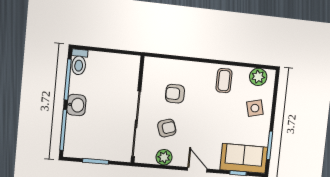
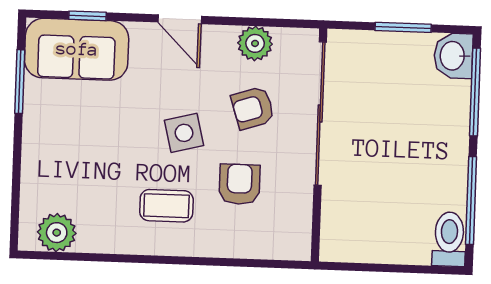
coffee table: (224, 81) -> (166, 206), moved, turned 90
armchair: (175, 94) -> (239, 184), turned -90
washbasin: (76, 105) -> (453, 56), moved
side table: (255, 108) -> (184, 133), moved

